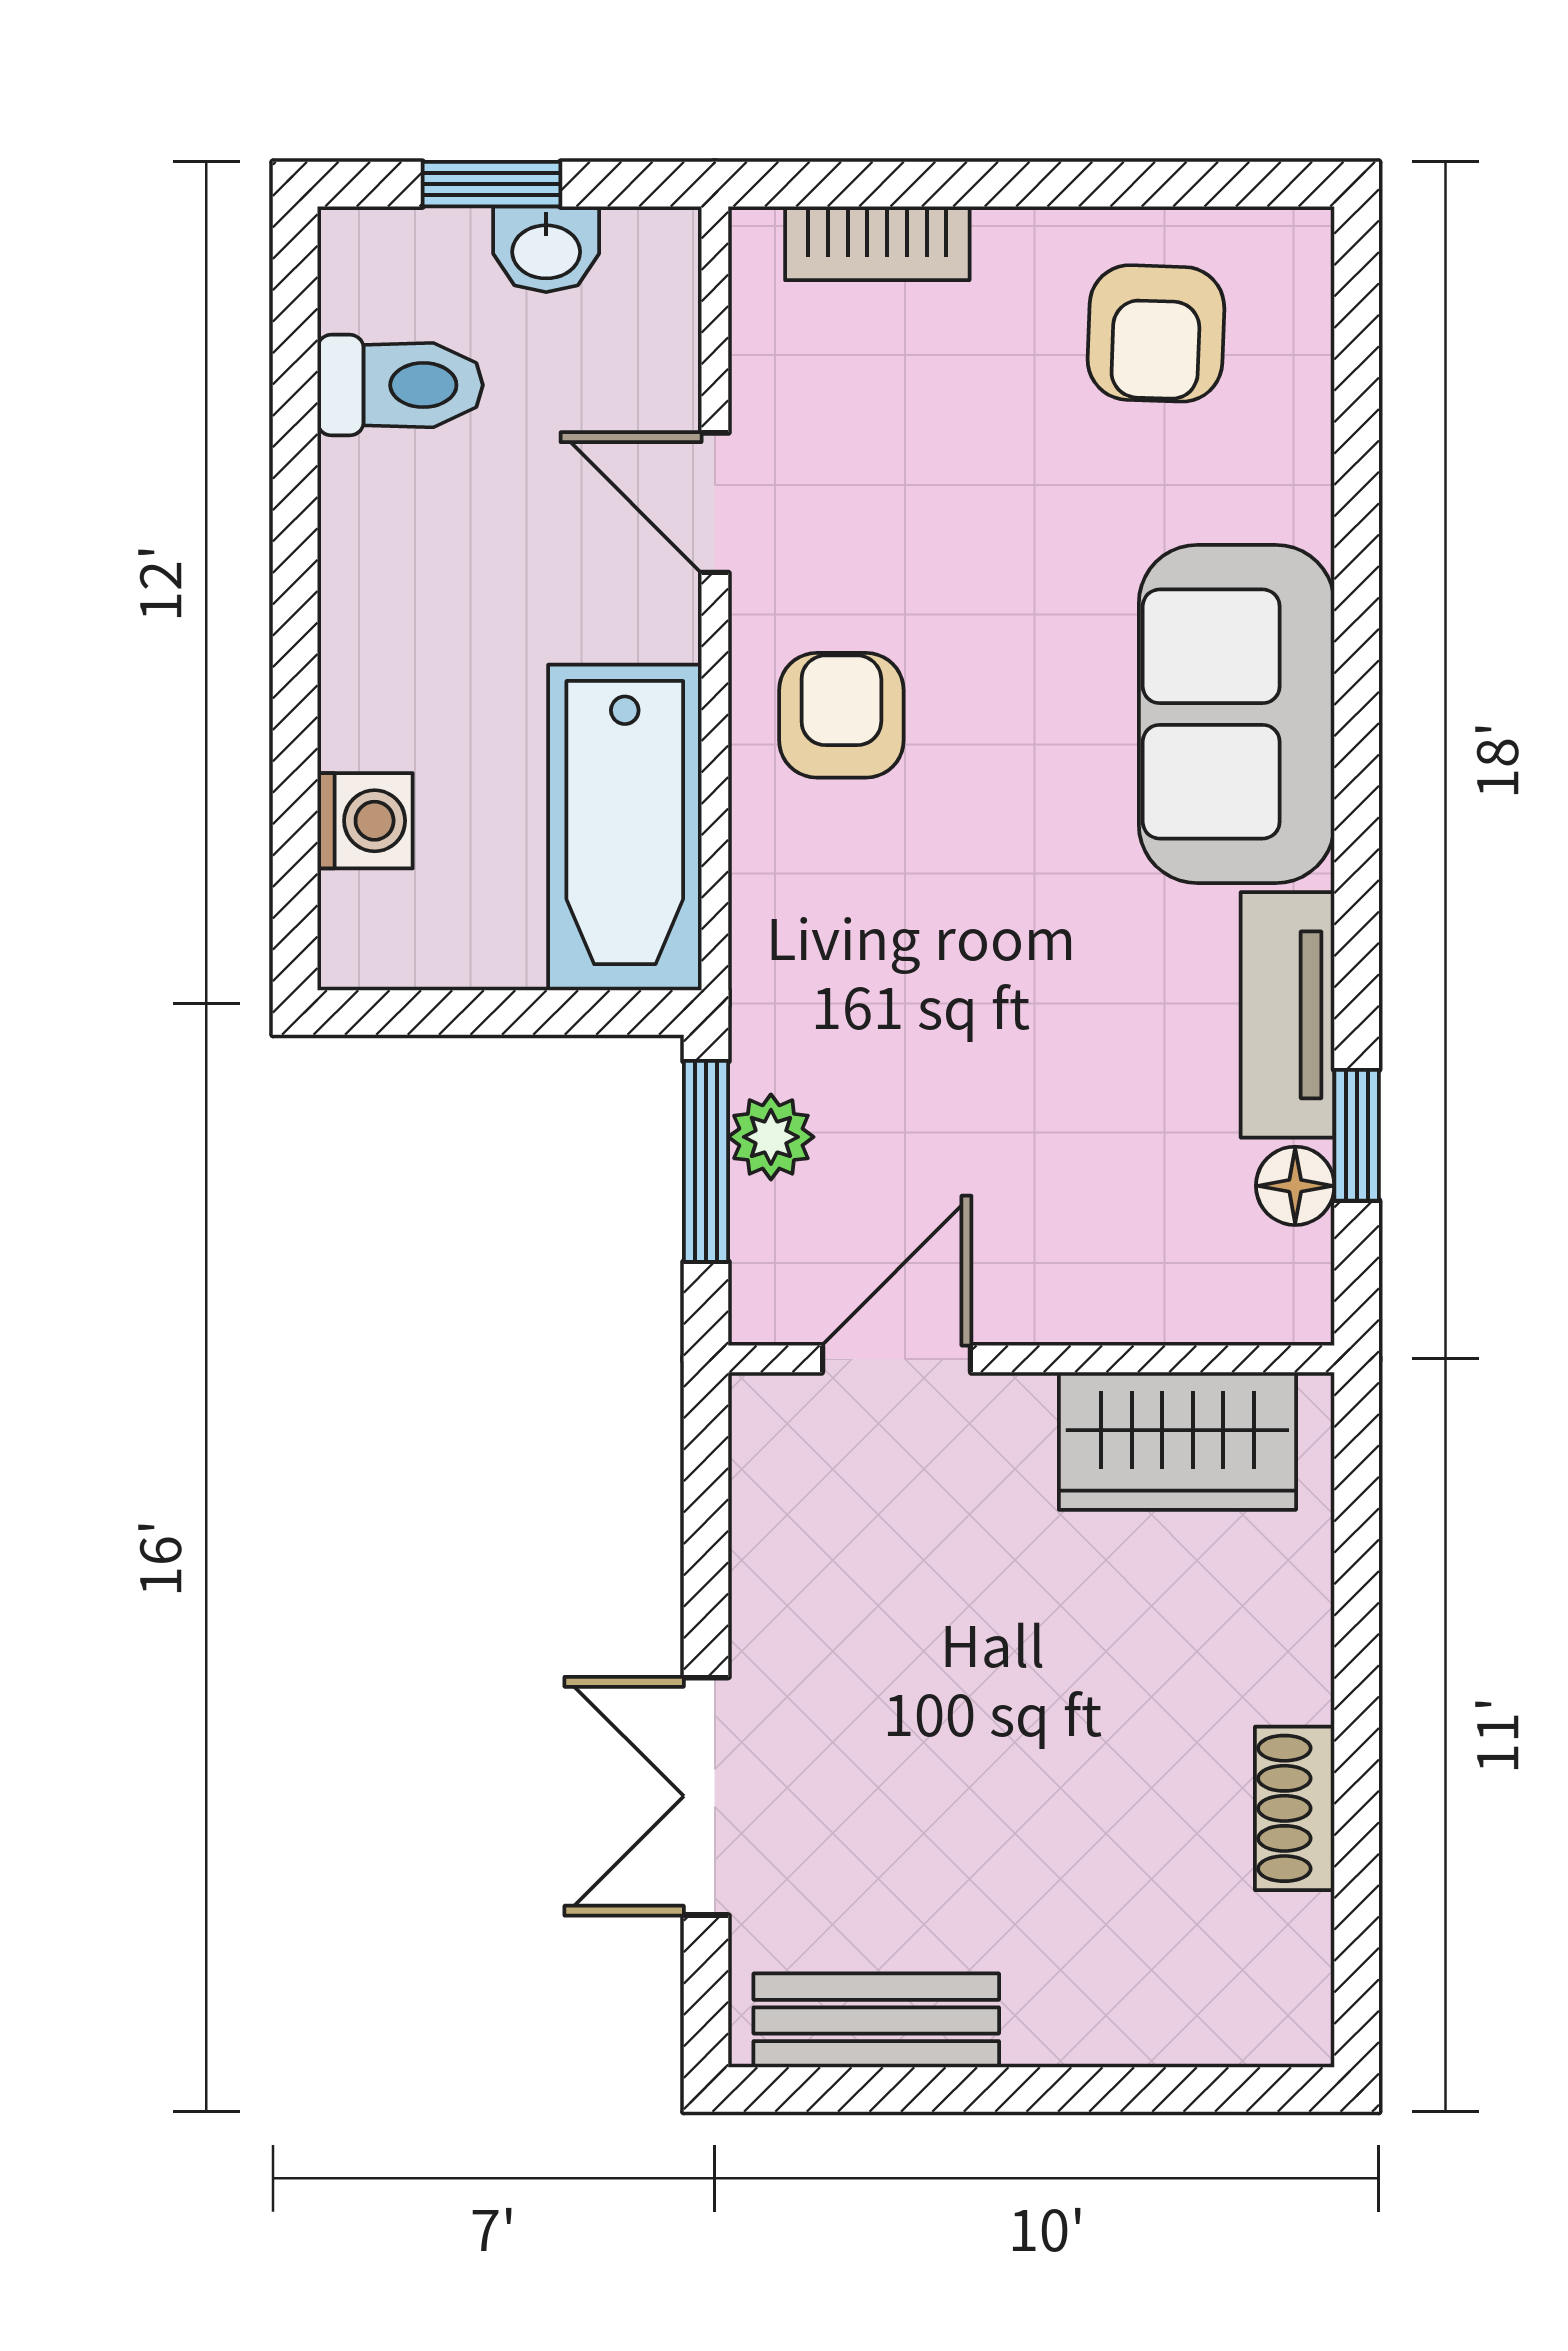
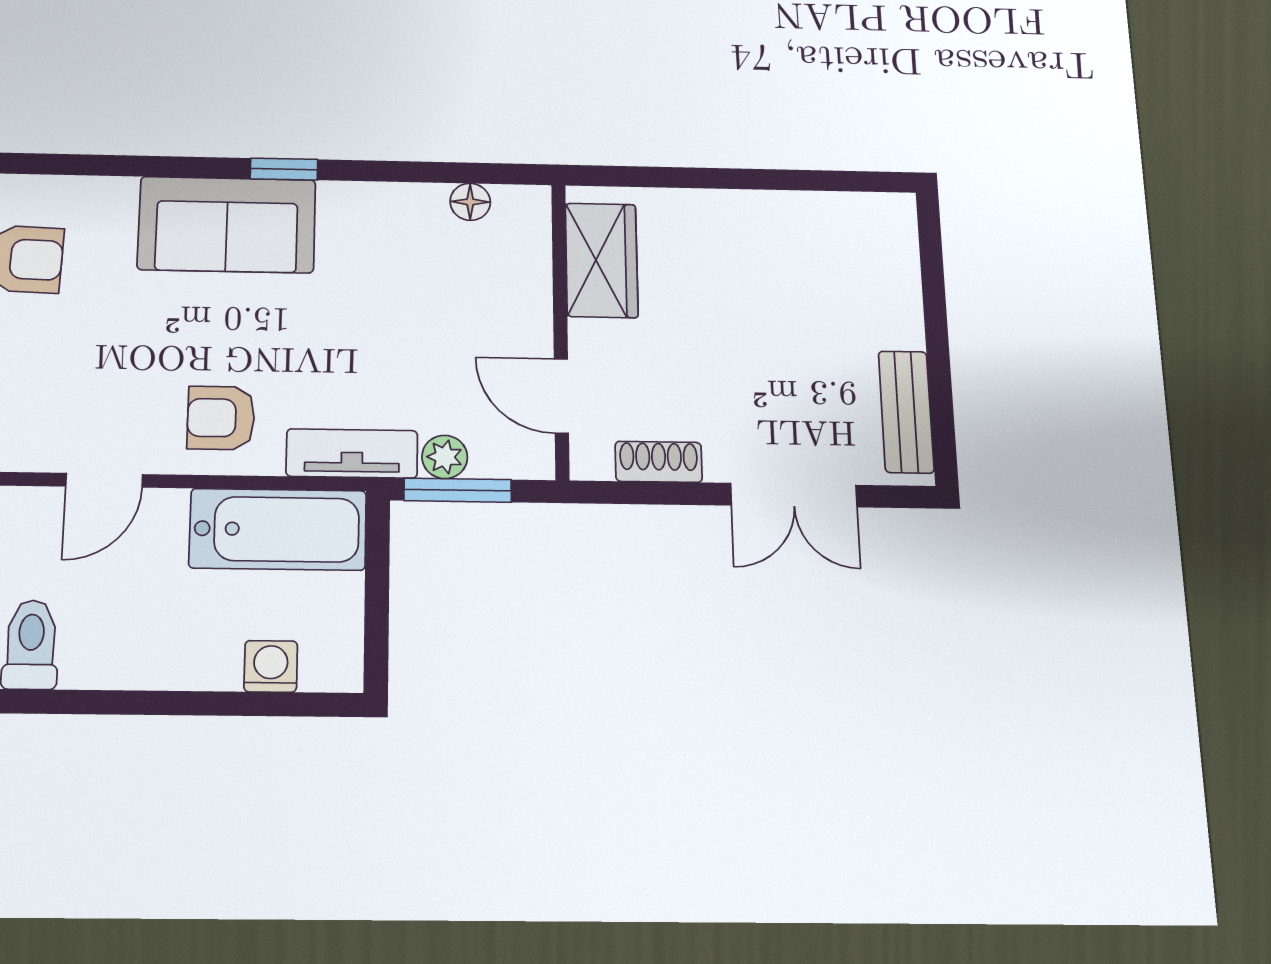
tv unit: (1288, 1015) -> (352, 453), moved, turned 180
window: (1357, 1135) -> (284, 169), moved
shoe rack: (1295, 1808) -> (659, 462), moved, turned 180

